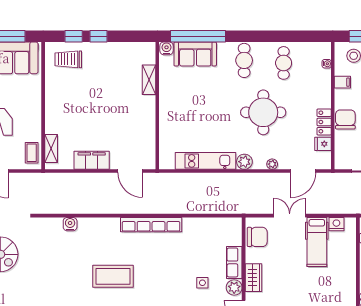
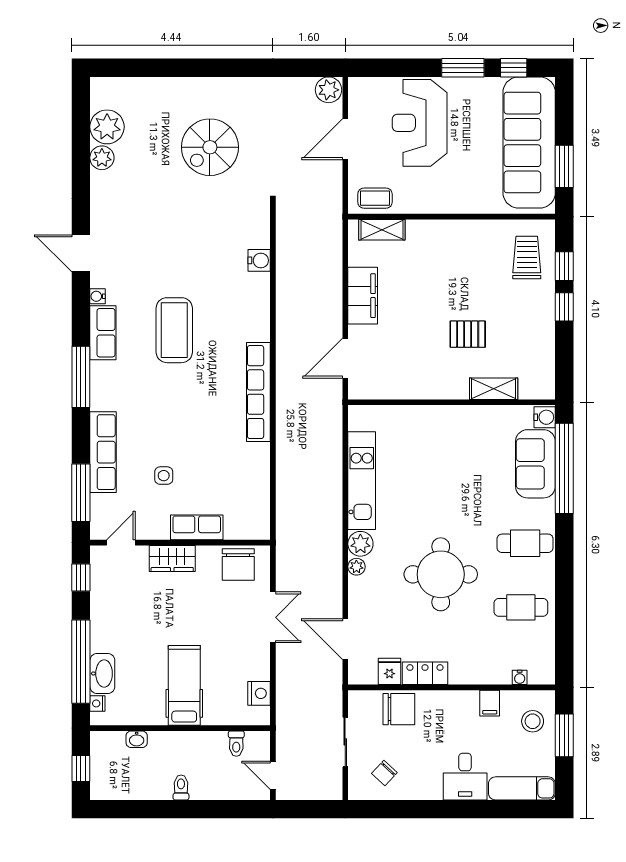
pallet: (115, 96) -> (468, 334), added
chair: (345, 119) -> (399, 709), moved
plant: (272, 164) -> (356, 567), moved
hospital bed: (317, 242) -> (184, 685), moved, turned 90
plant: (234, 288) -> (156, 527), removed

